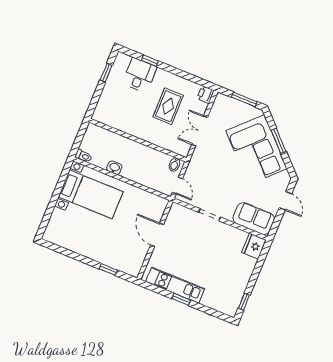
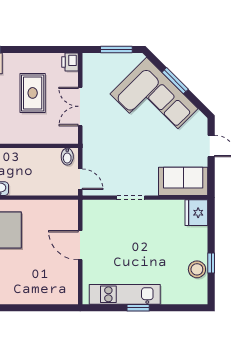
window: (108, 269) -> (41, 308), removed
stool: (237, 289) -> (197, 269), added
window: (244, 302) -> (211, 263), moved

